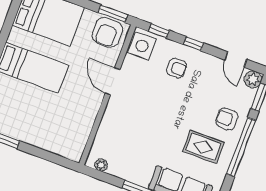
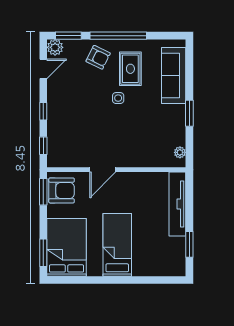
side table: (142, 46) -> (118, 98), moved, width x0.54, depth x0.54
armchair: (177, 68) -> (70, 118), removed
armchair: (227, 119) -> (98, 57), turned -64
tv unit: (50, 143) -> (177, 204), added

